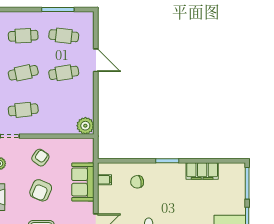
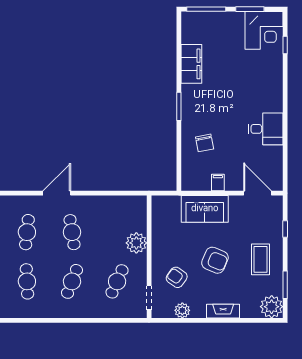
cafe table: (23, 73) -> (72, 281), turned 33
cafe table: (23, 110) -> (117, 281), turned 30
plant: (85, 126) -> (136, 243), moved
armchair: (40, 158) -> (177, 277), moved
filing cabinet: (105, 180) -> (218, 183), moved

